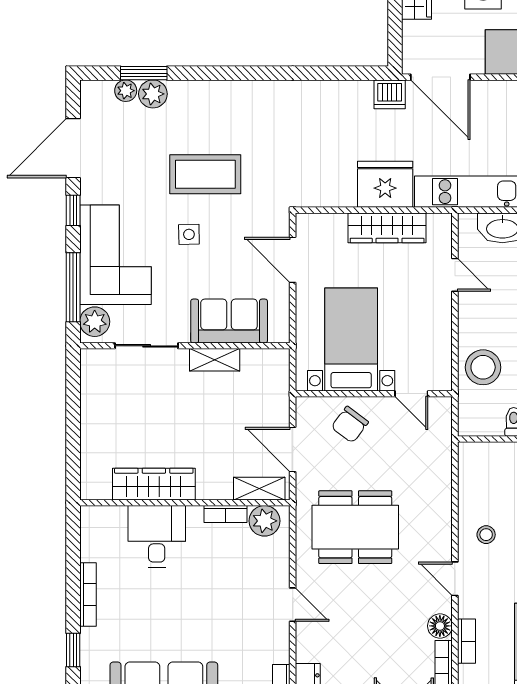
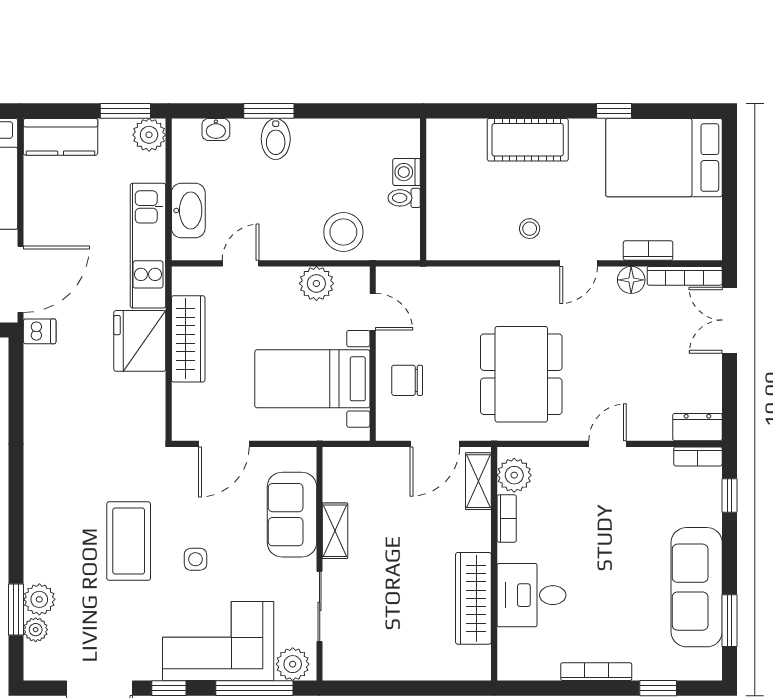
dishwasher: (390, 94) -> (40, 331), width x0.73
plant: (437, 343) -> (316, 283), added
door: (411, 394) -> (373, 312), hinge flipped
chair: (350, 425) -> (407, 380), turned 143

